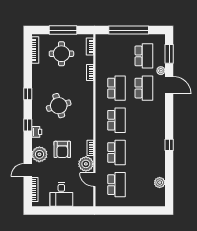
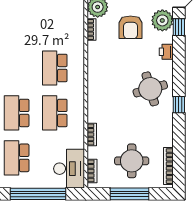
desk: (106, 48) -> (69, 169), added
round table: (59, 106) -> (150, 89), moved
window: (28, 125) -> (179, 27), moved
armchair: (62, 149) -> (131, 27), turned 180
school desk: (117, 152) -> (55, 23), removed

